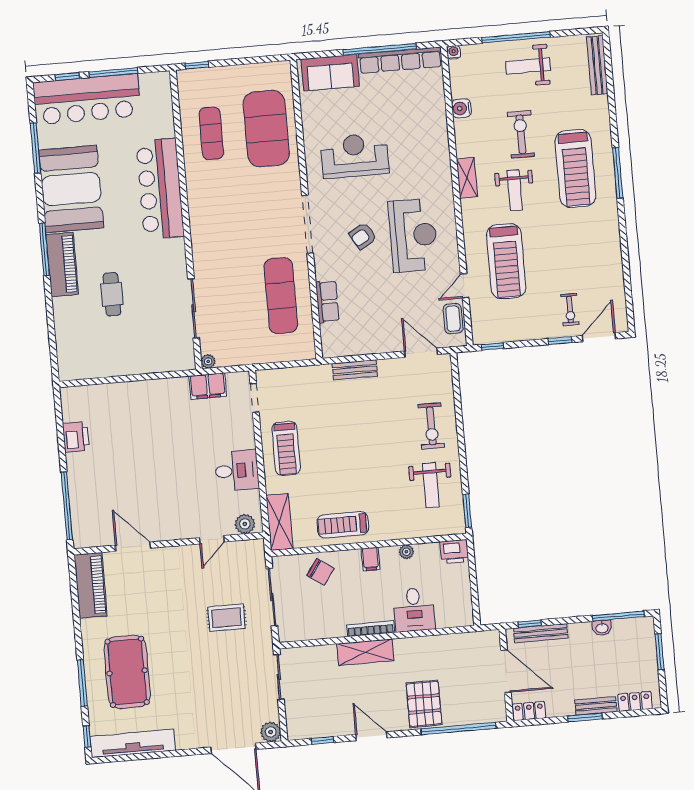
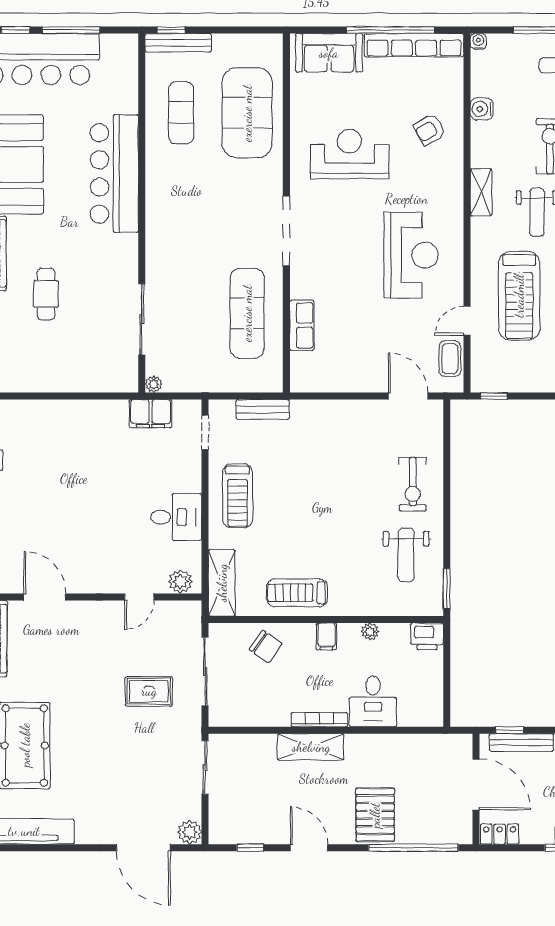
bench: (204, 75) -> (178, 43), added
armchair: (363, 236) -> (430, 130), moved
bench: (355, 370) -> (263, 409), moved

